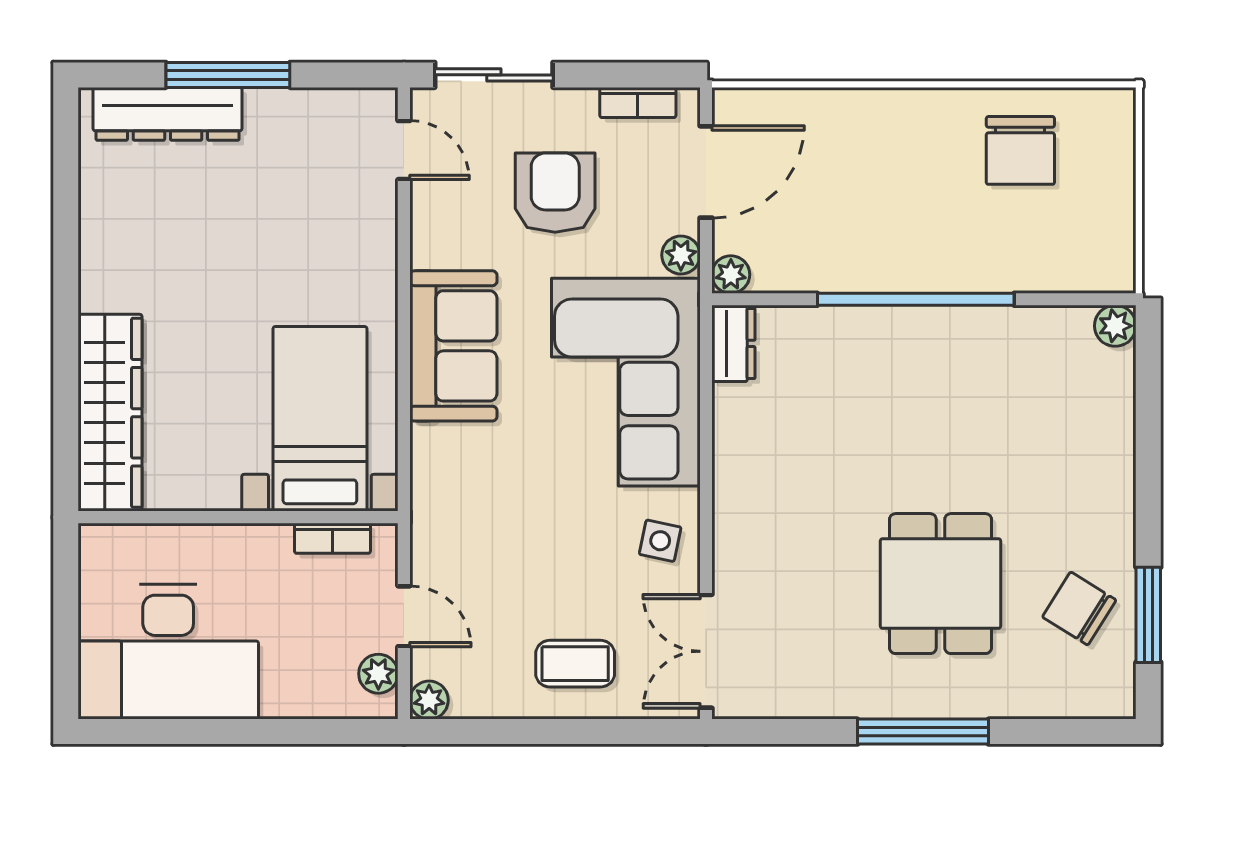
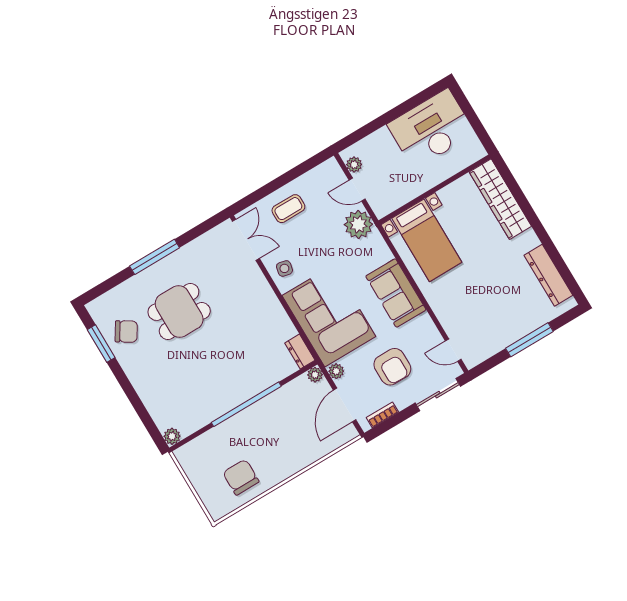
dresser: (168, 114) -> (548, 275), moved, turned -90
bookcase: (332, 538) -> (398, 202), removed
dining table: (940, 584) -> (179, 311), turned 90
plant: (429, 700) -> (358, 224), moved, width x1.87, depth x1.87

